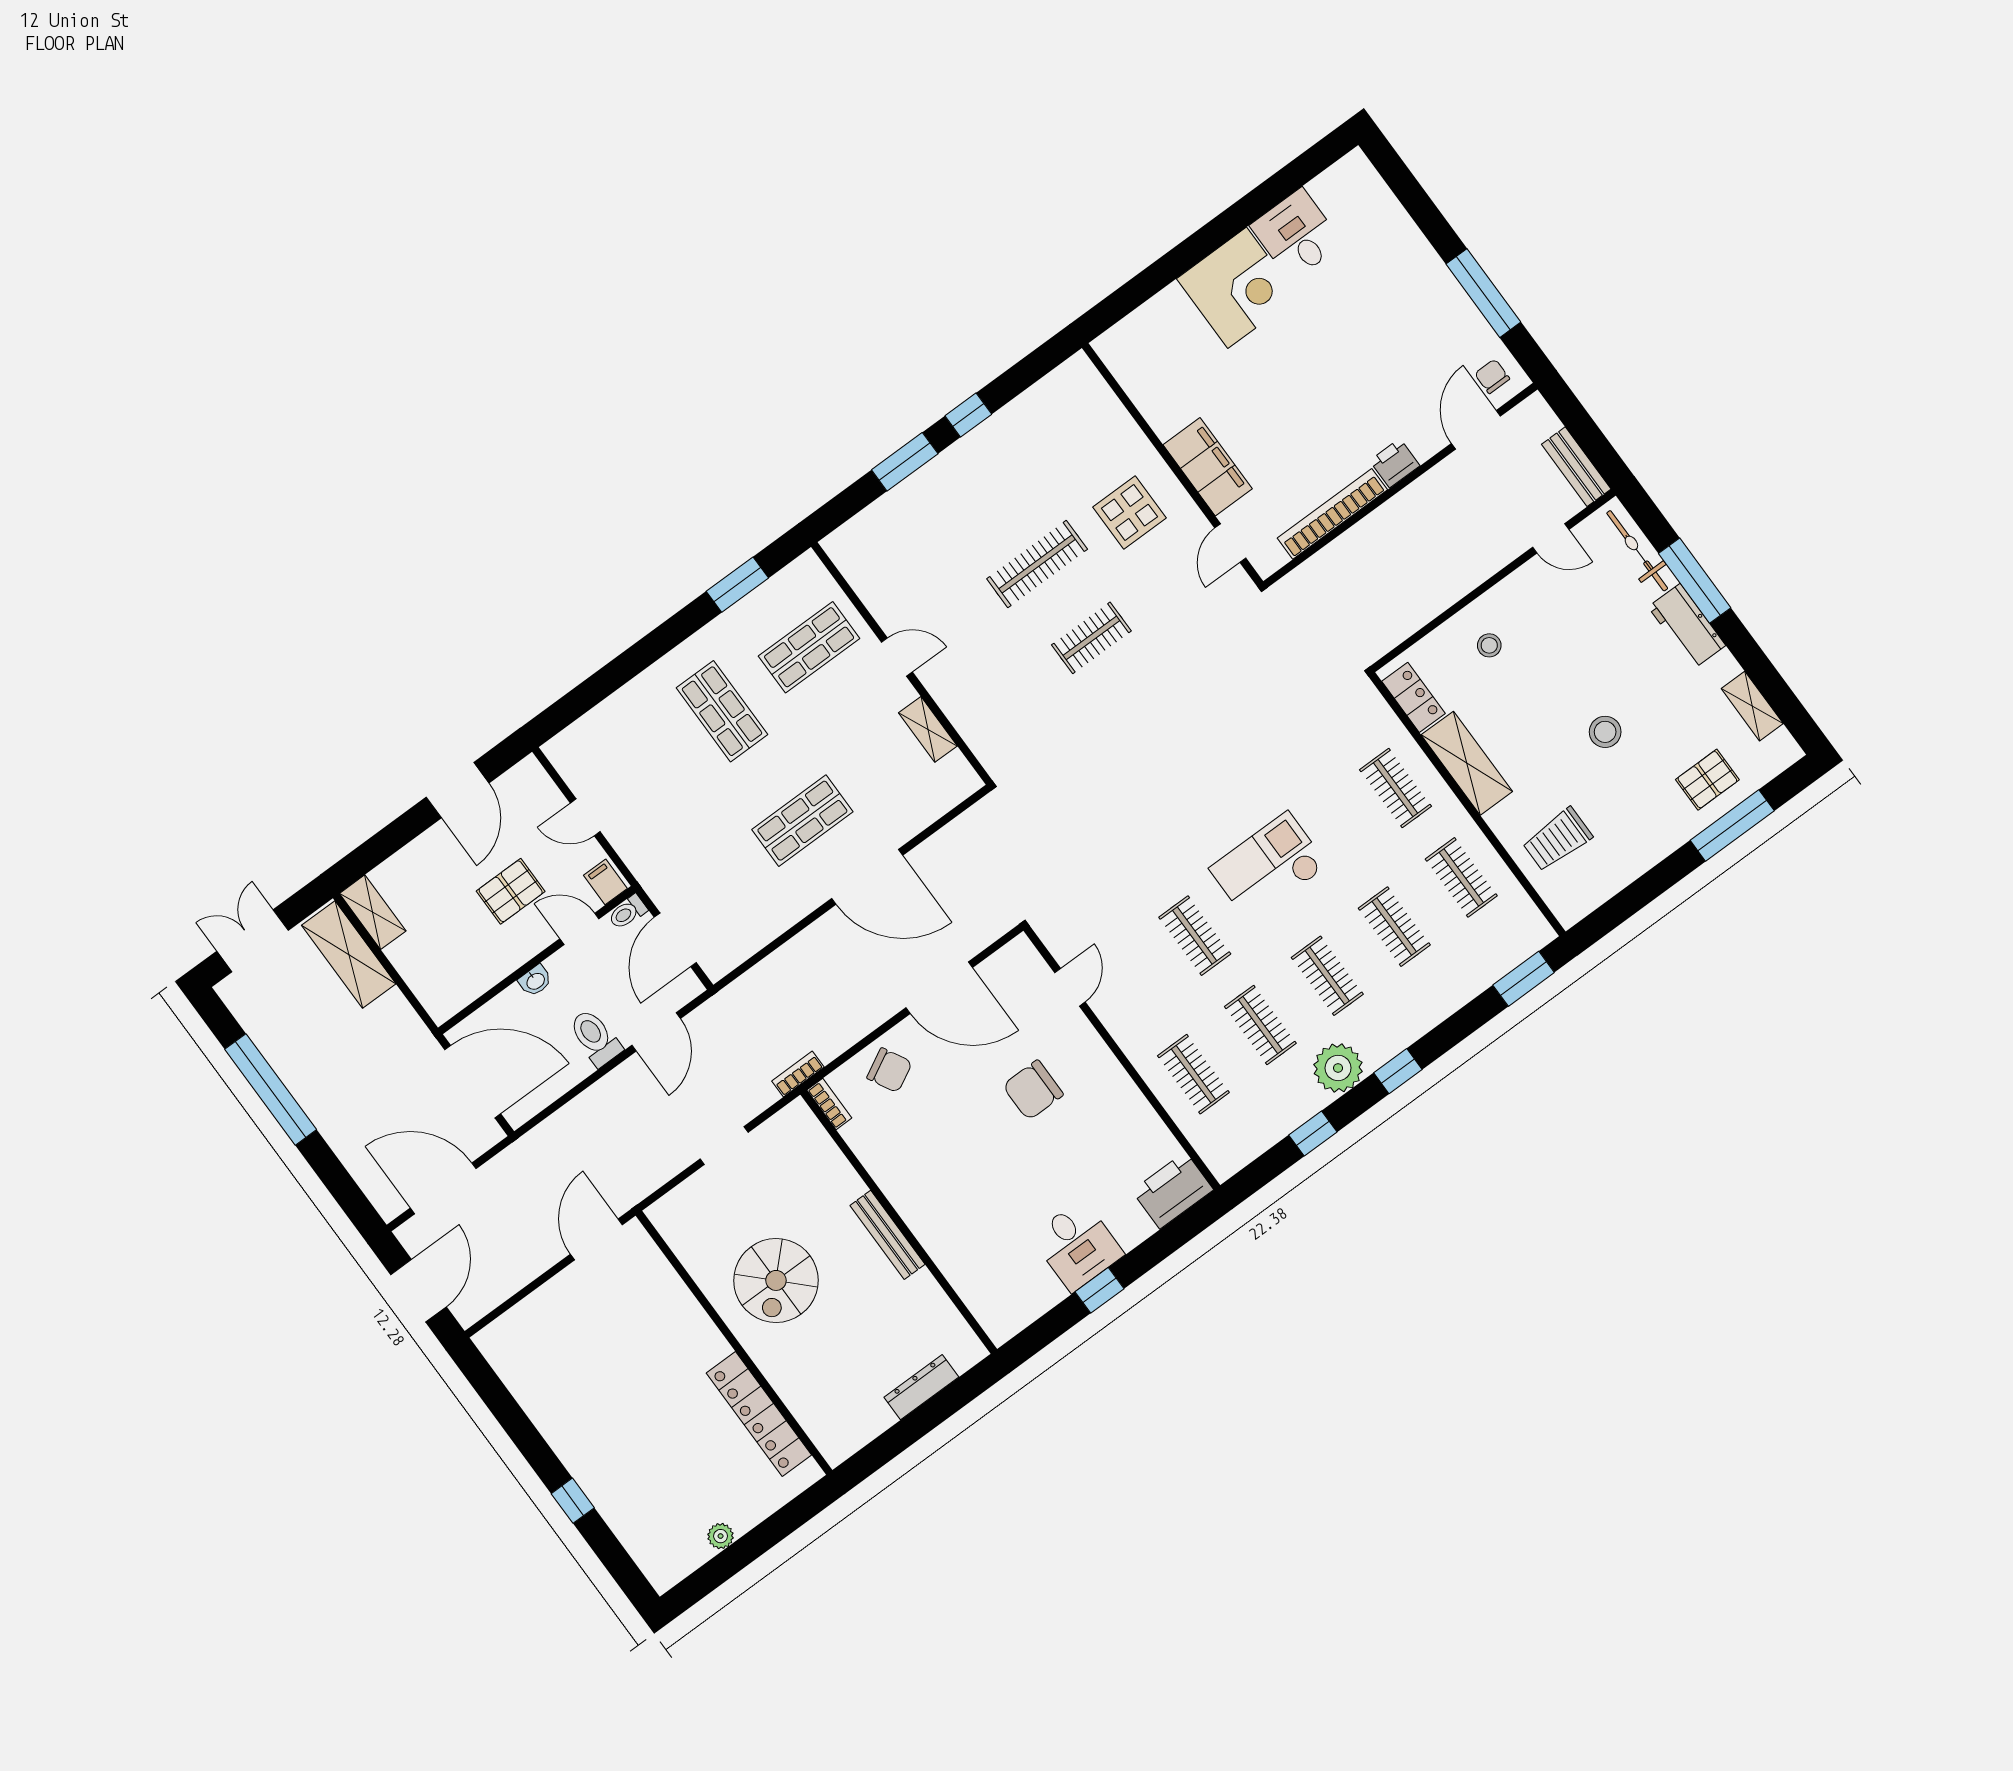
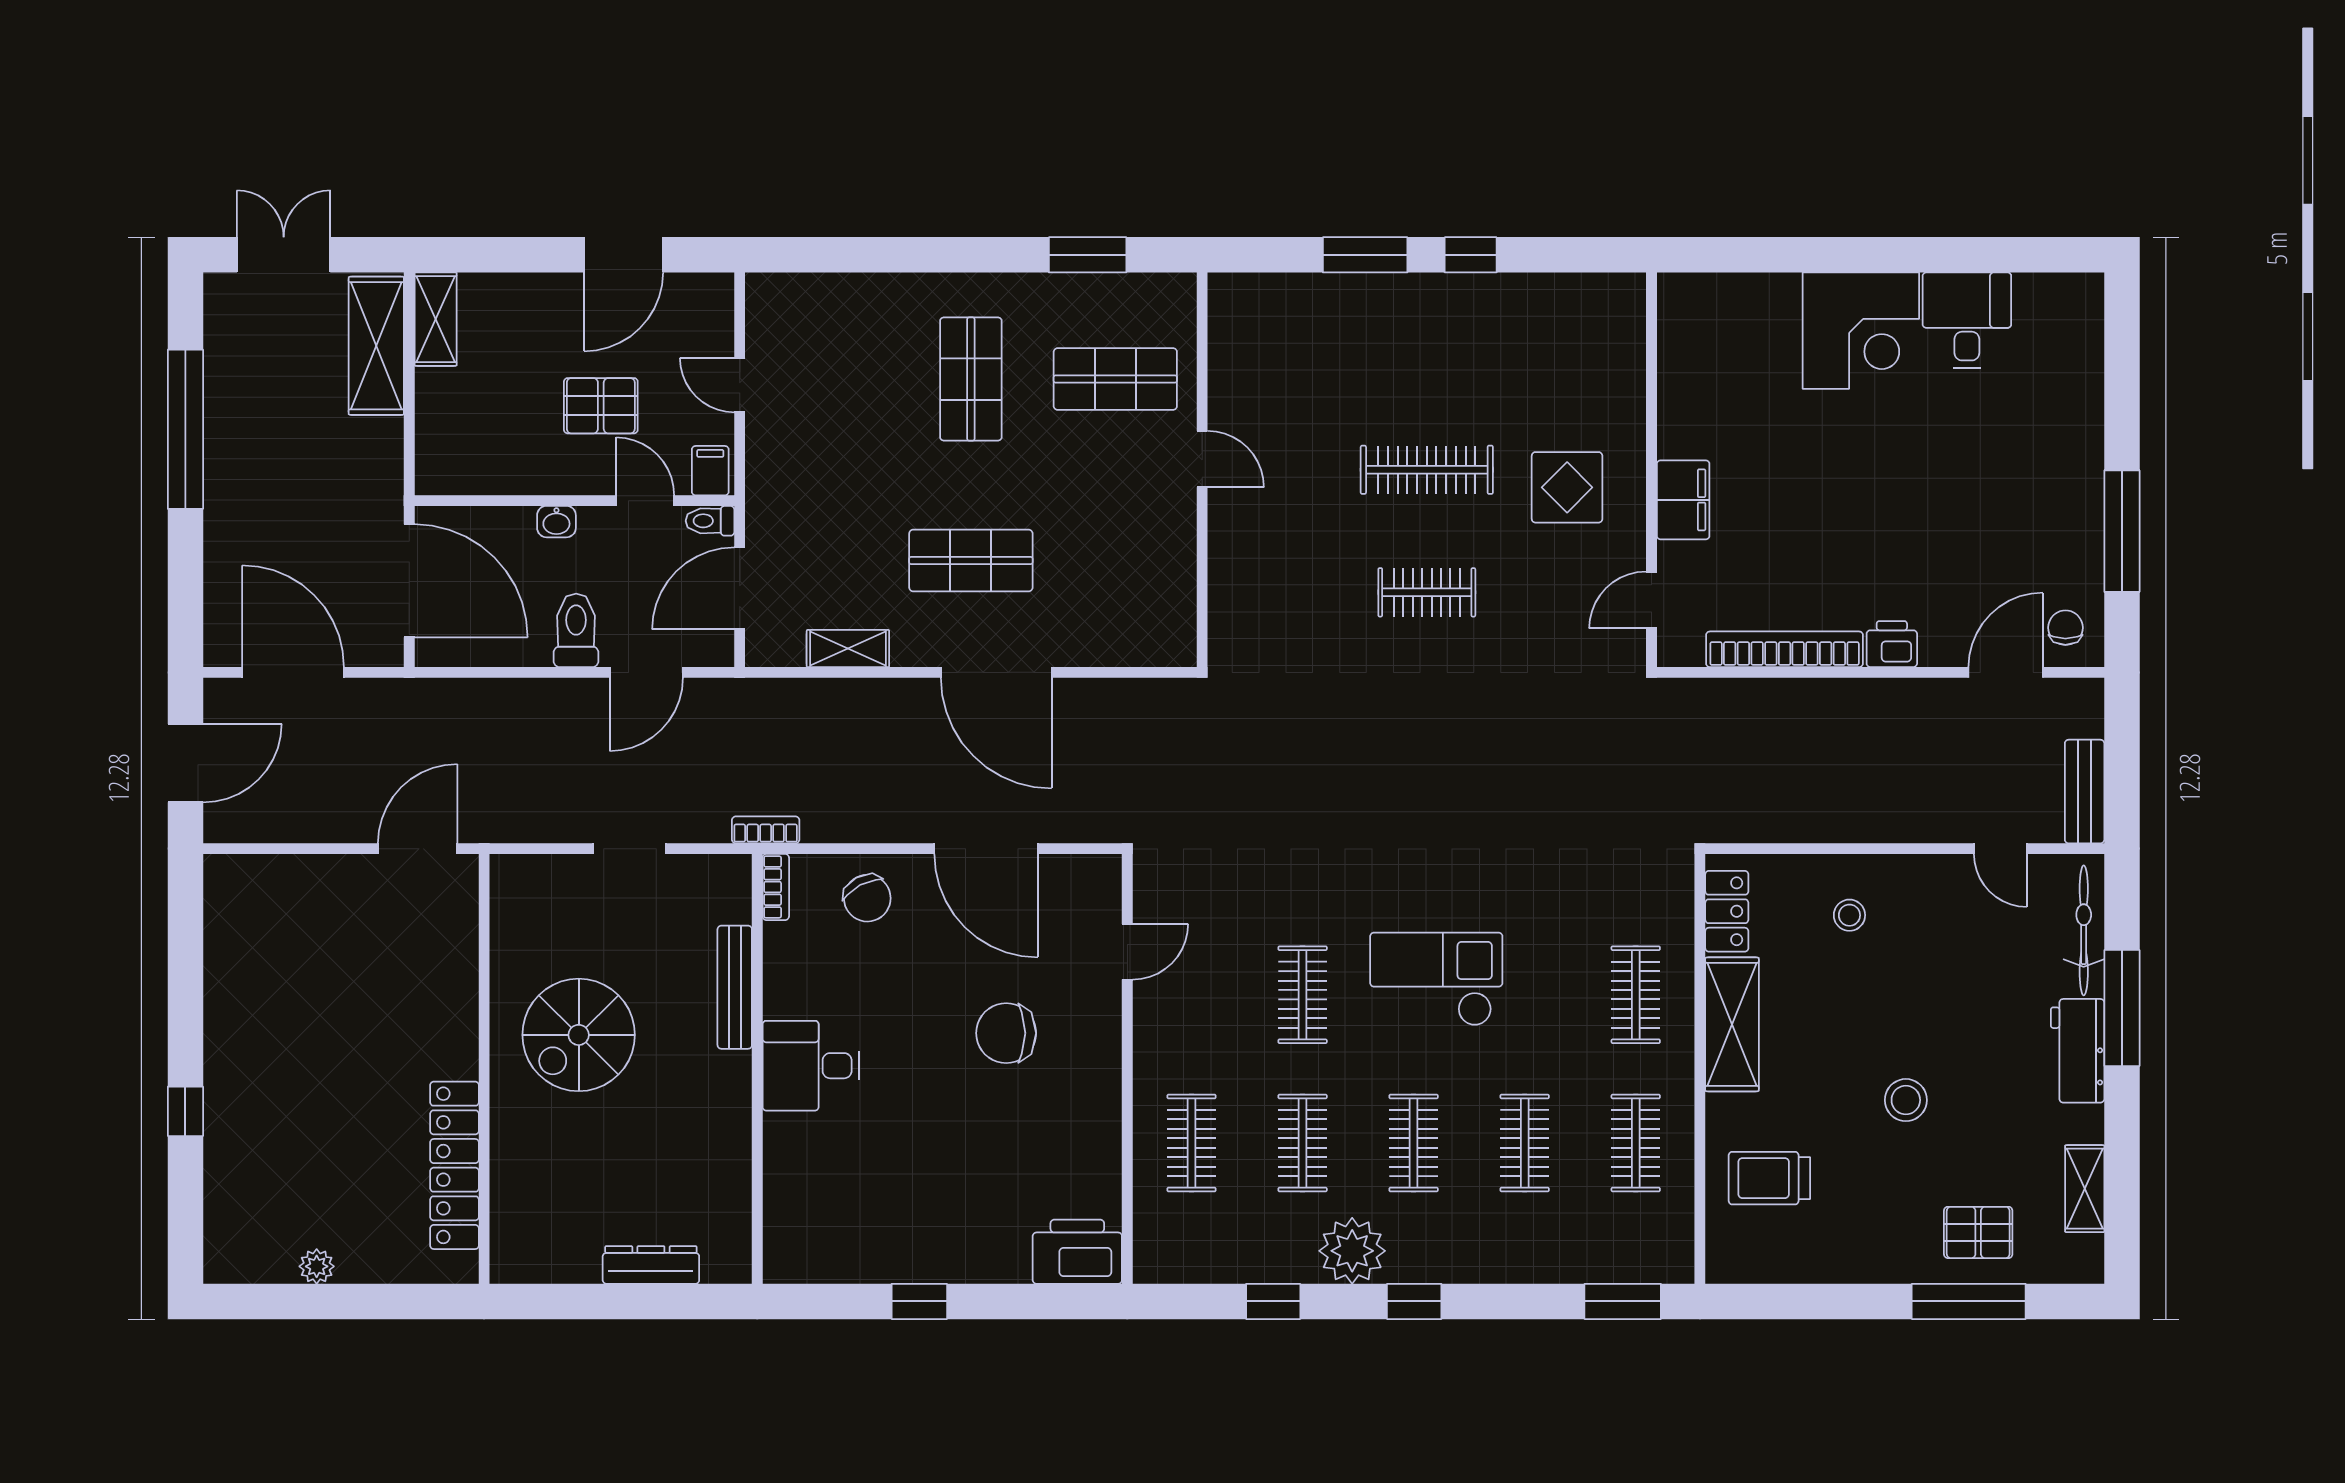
filing cabinet: (1208, 467) -> (1683, 500), width x0.67, depth x0.86
shelving: (928, 729) -> (848, 649), moved, turned 90
bench: (887, 1235) -> (735, 987), moved
desk: (1077, 1245) -> (811, 1066), moved, turned 90

